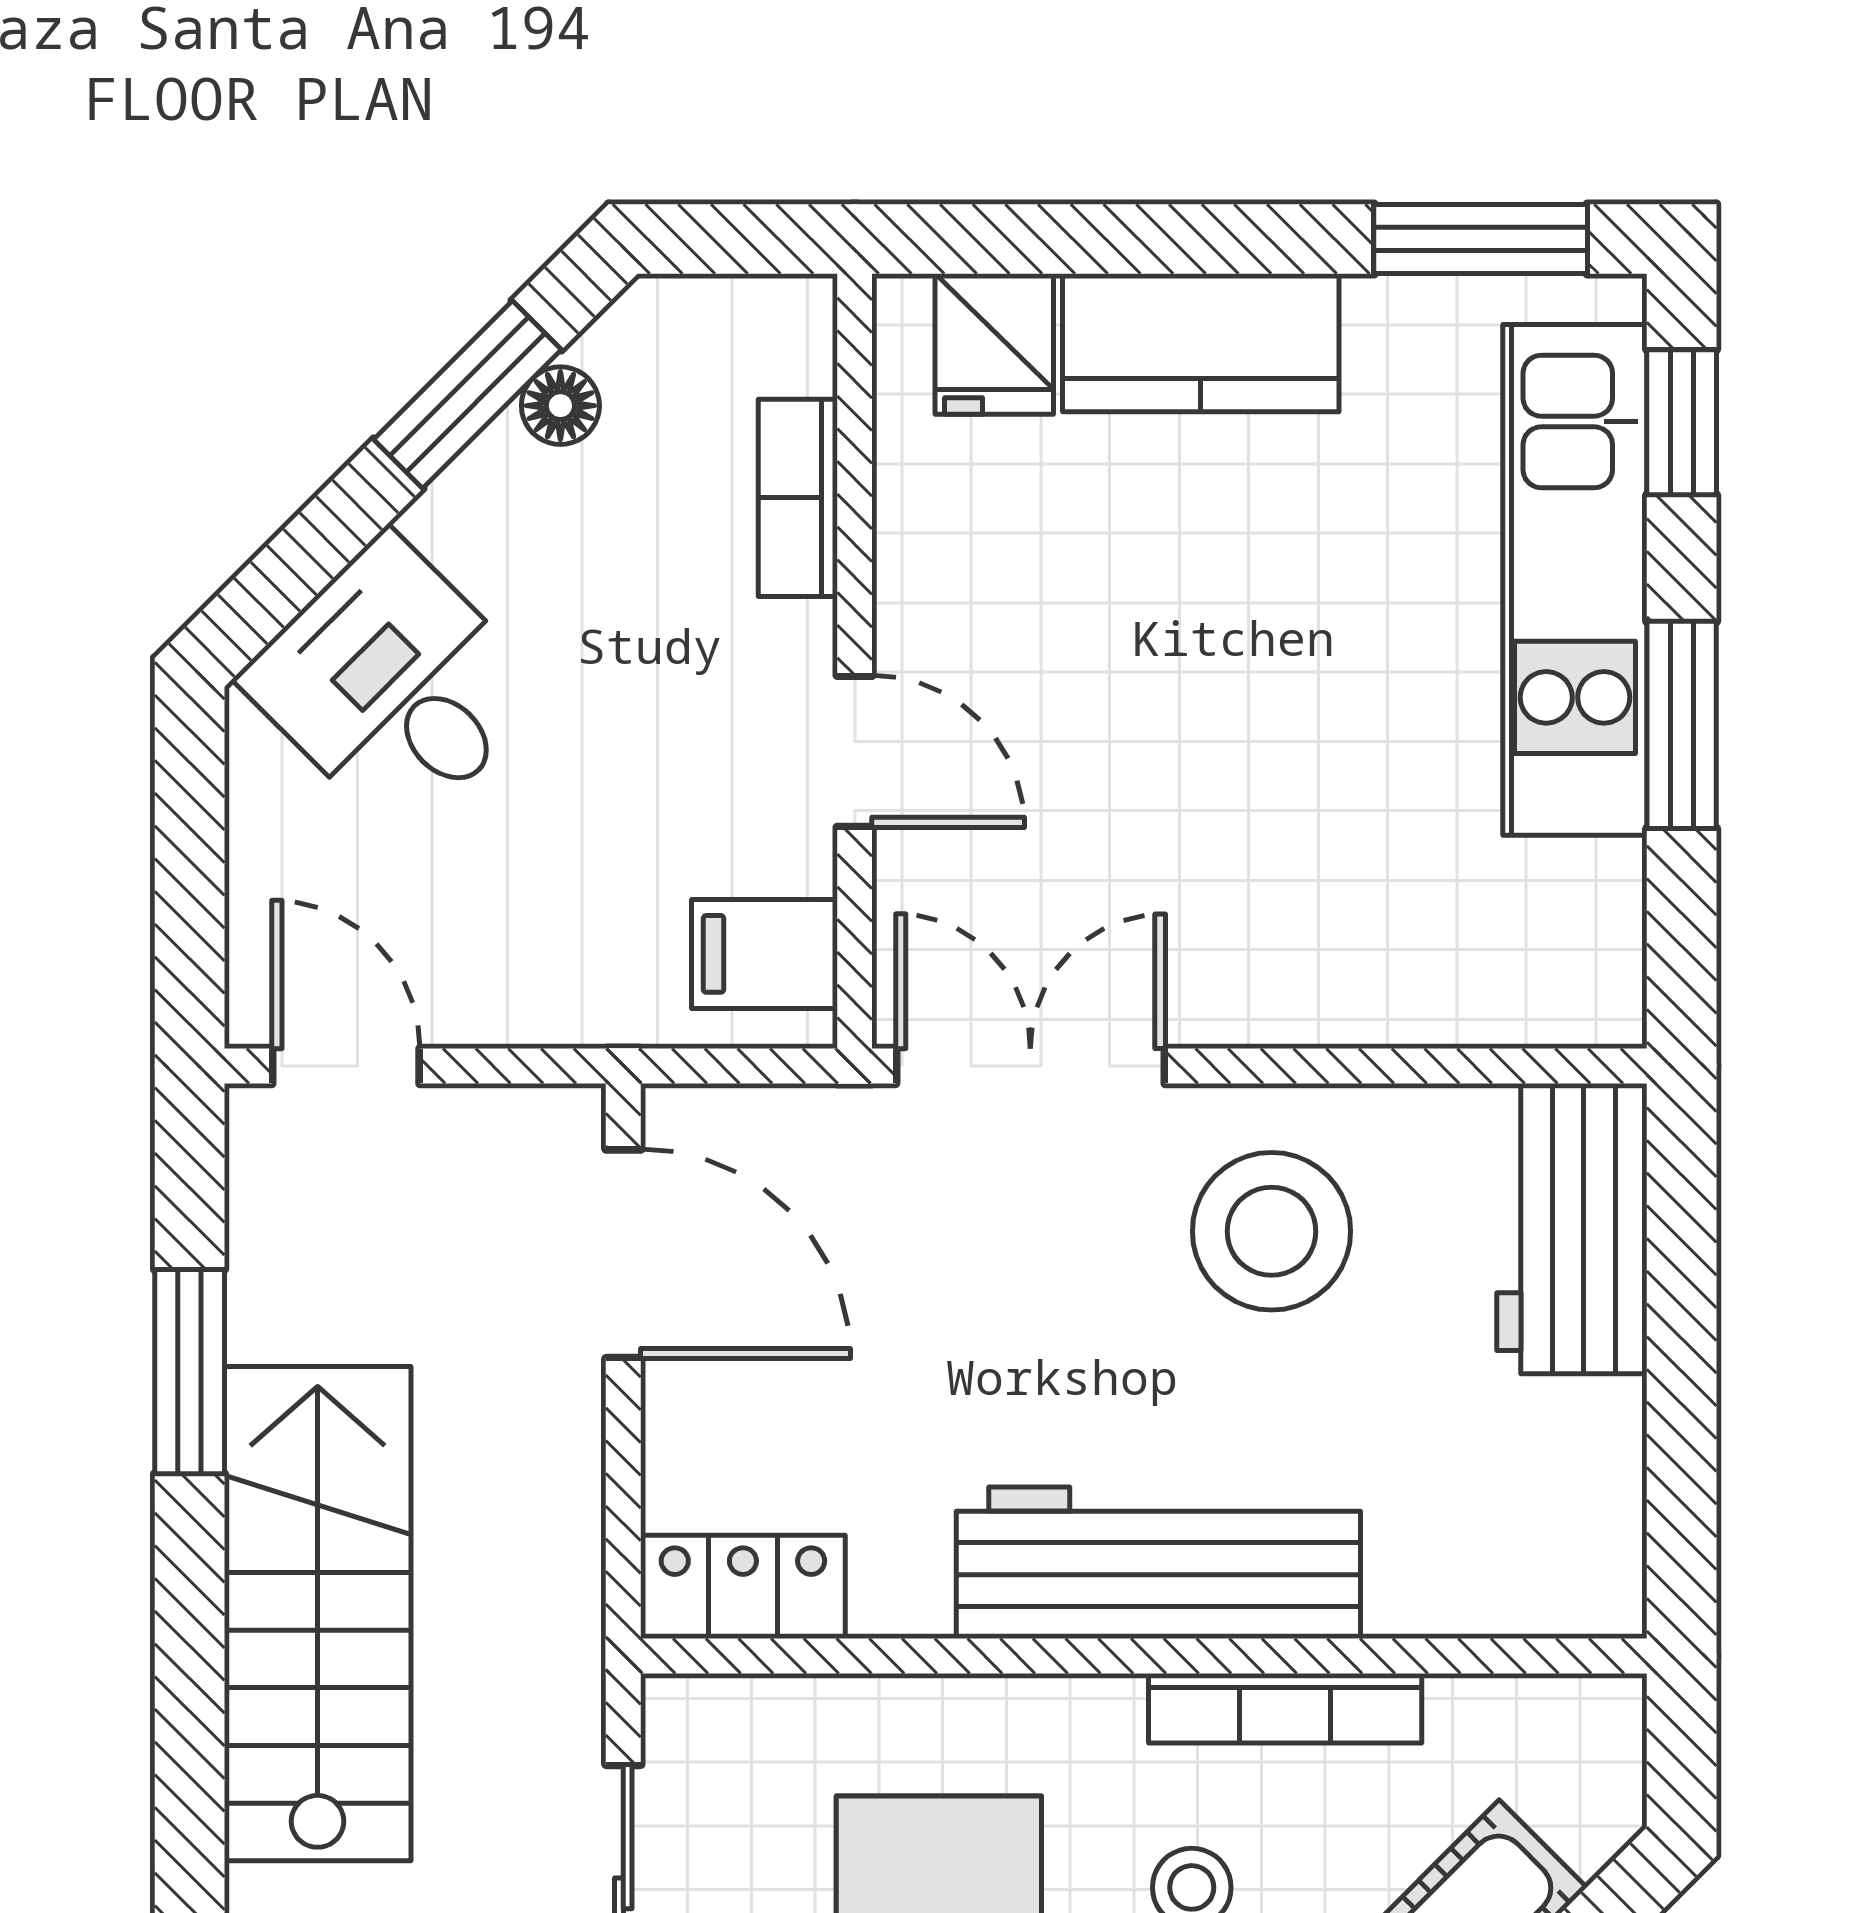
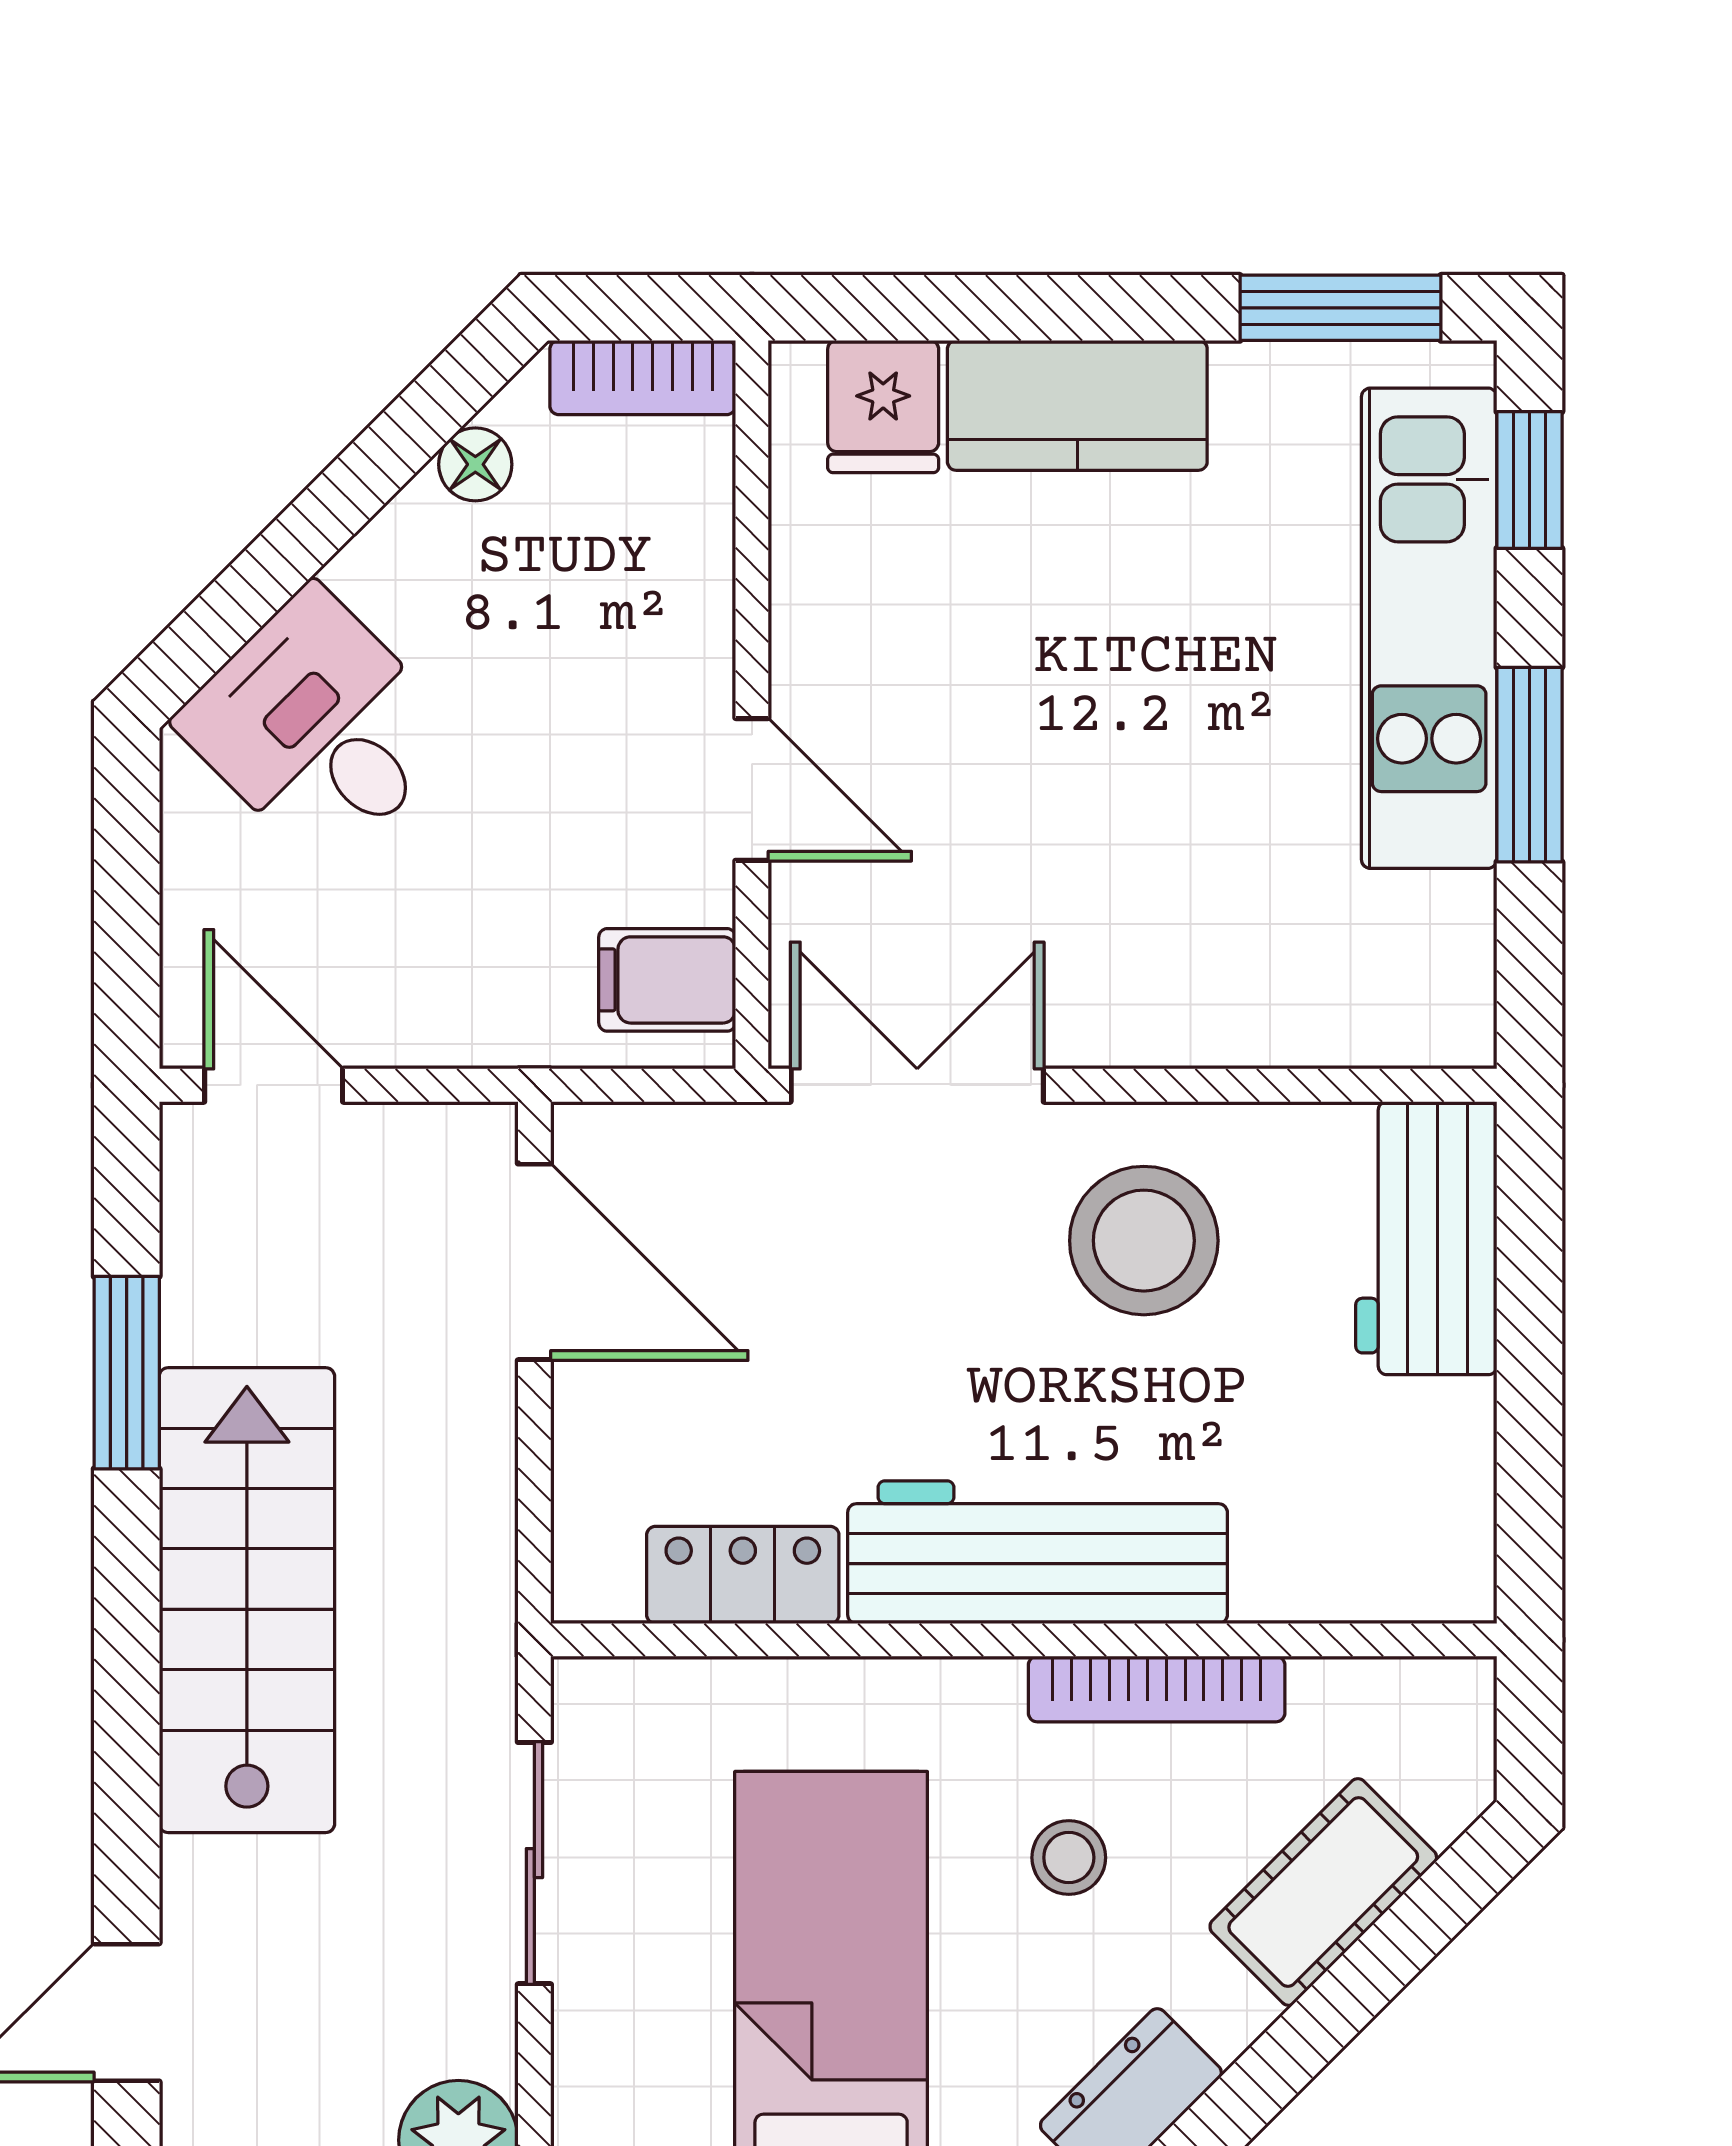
window: (467, 394) -> (388, 454), removed
bookcase: (798, 498) -> (643, 378), moved, turned -90
locker: (743, 1587) -> (743, 1575), moved

